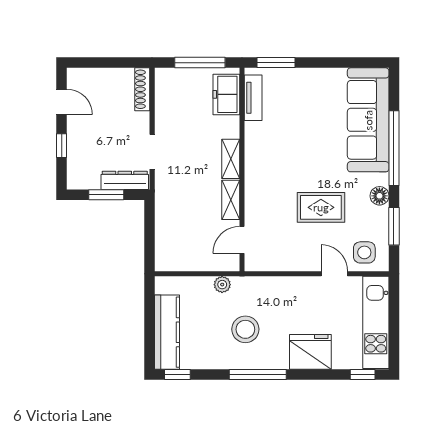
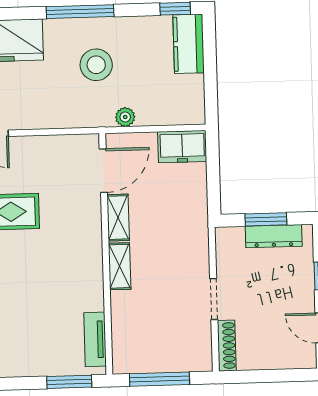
freezer: (226, 94) -> (182, 147), moved, turned 90
doorway: (152, 152) -> (214, 299), moved
dresser: (125, 180) -> (274, 236), moved
door: (242, 240) -> (103, 171), width x1.38
kitchen counter: (167, 332) -> (189, 44), width x0.67

